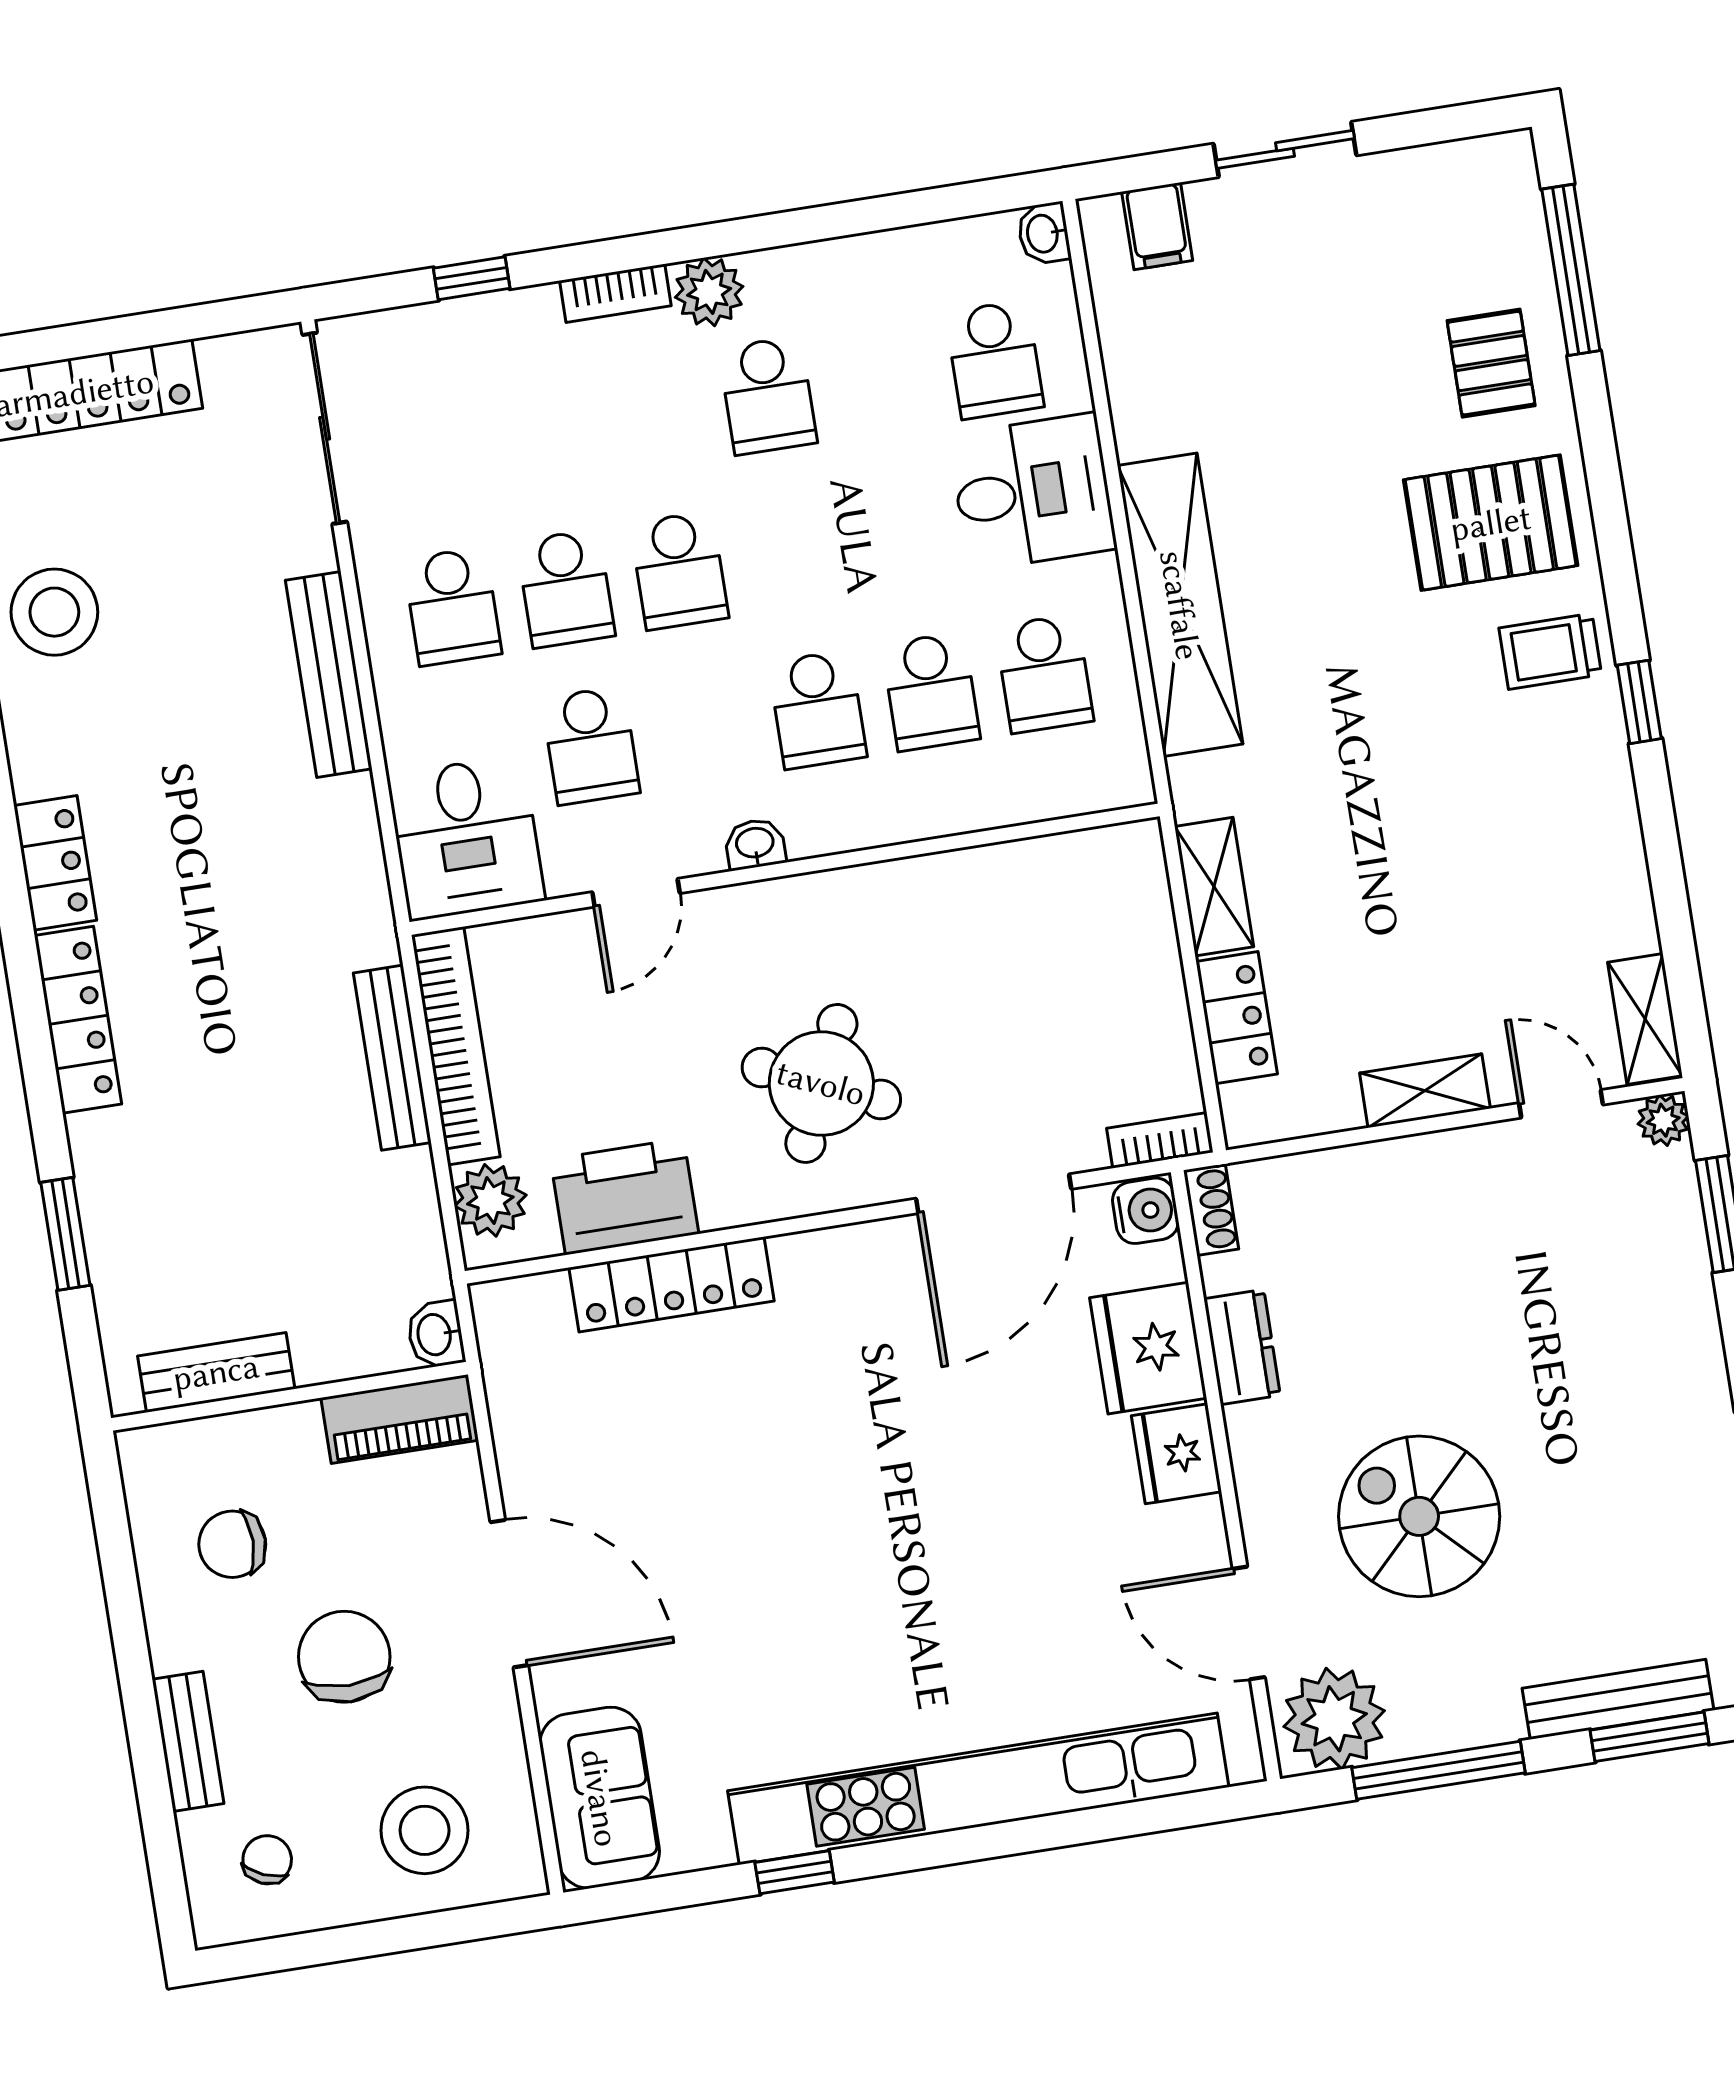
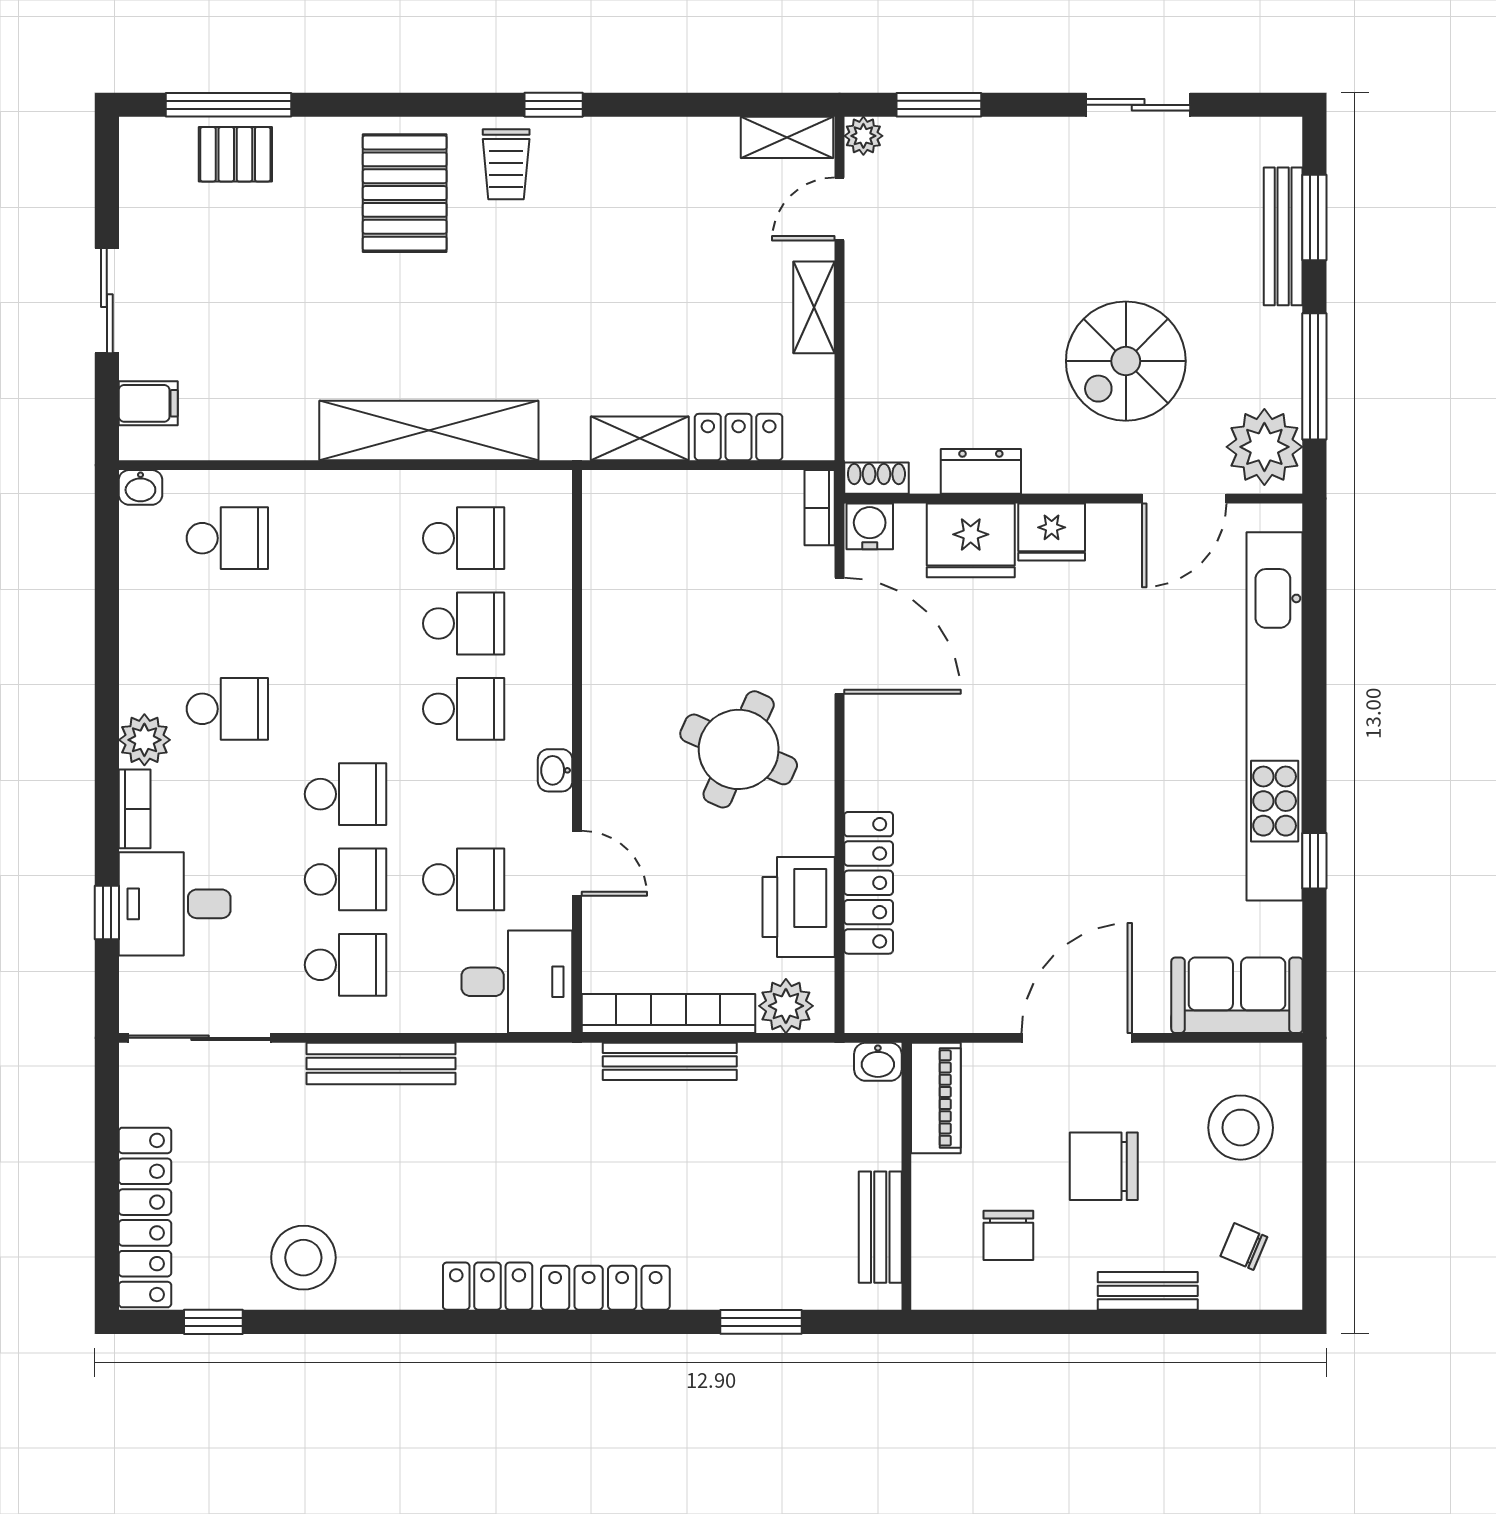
pallet: (1491, 363) -> (235, 154), moved
desk: (1033, 492) -> (175, 904), moved, turned -90

